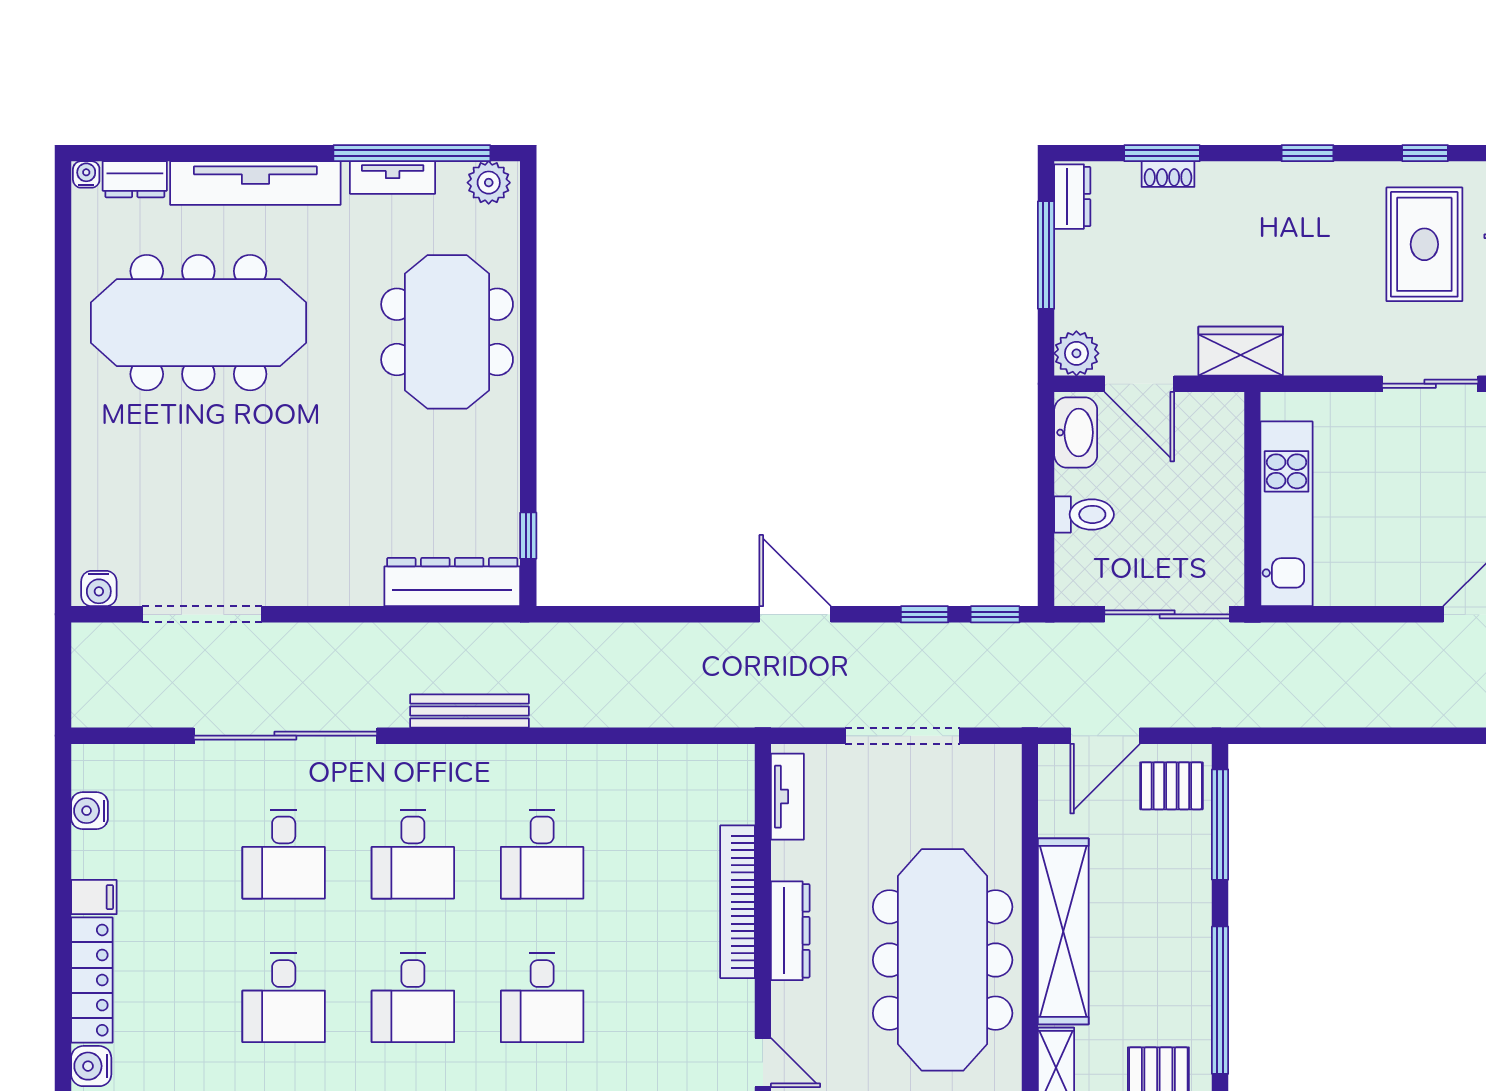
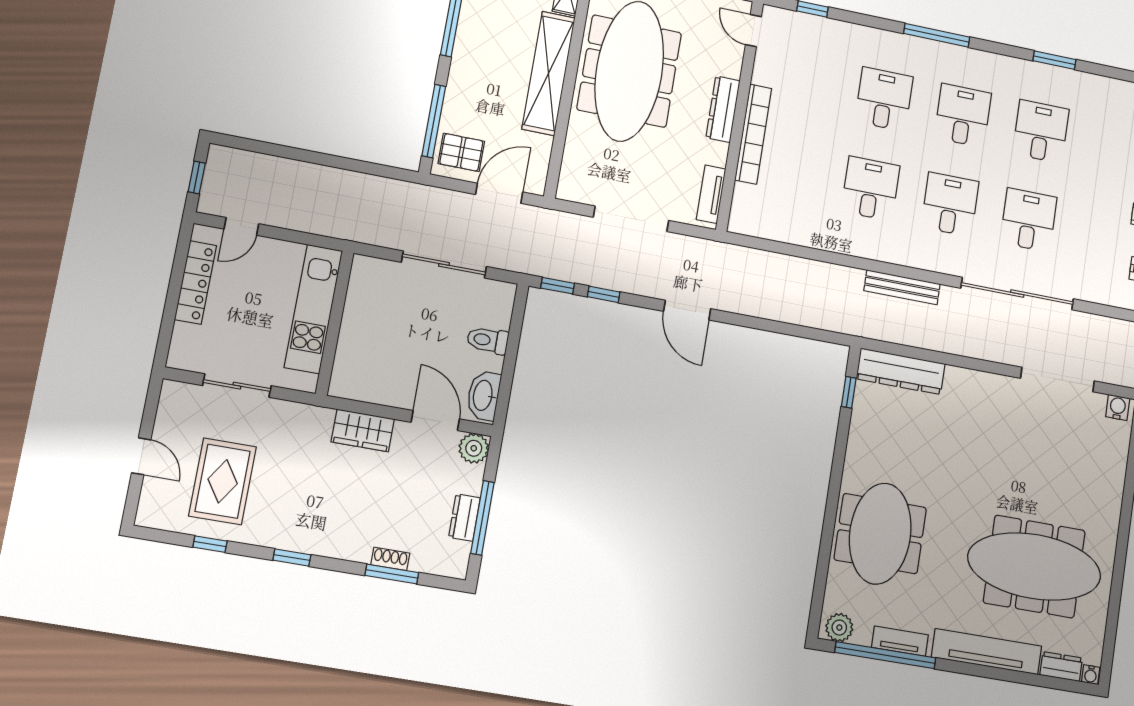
dresser: (1072, 197) -> (464, 518), moved
wall: (1252, 499) -> (335, 323), moved
kitchen unit: (1287, 514) -> (313, 309), moved

